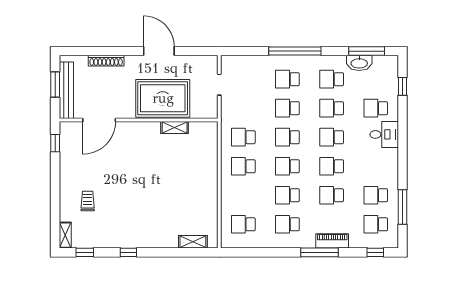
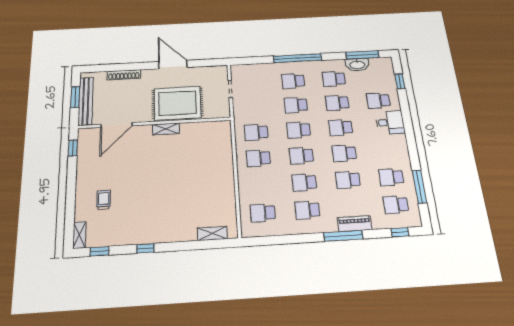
shelving: (175, 128) -> (166, 129), moved

